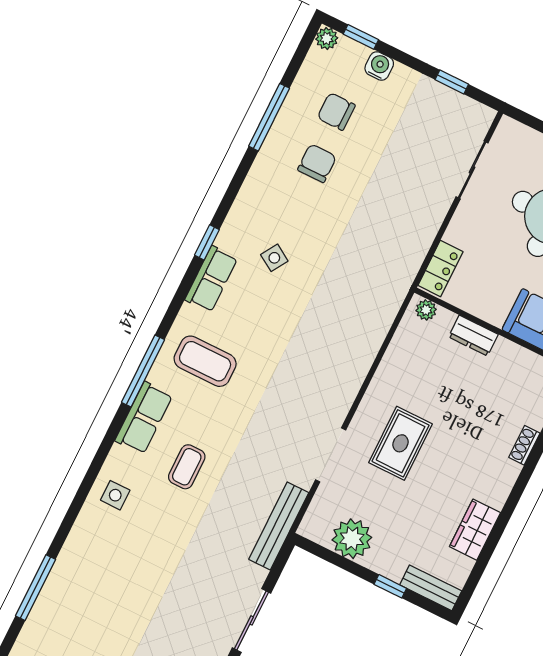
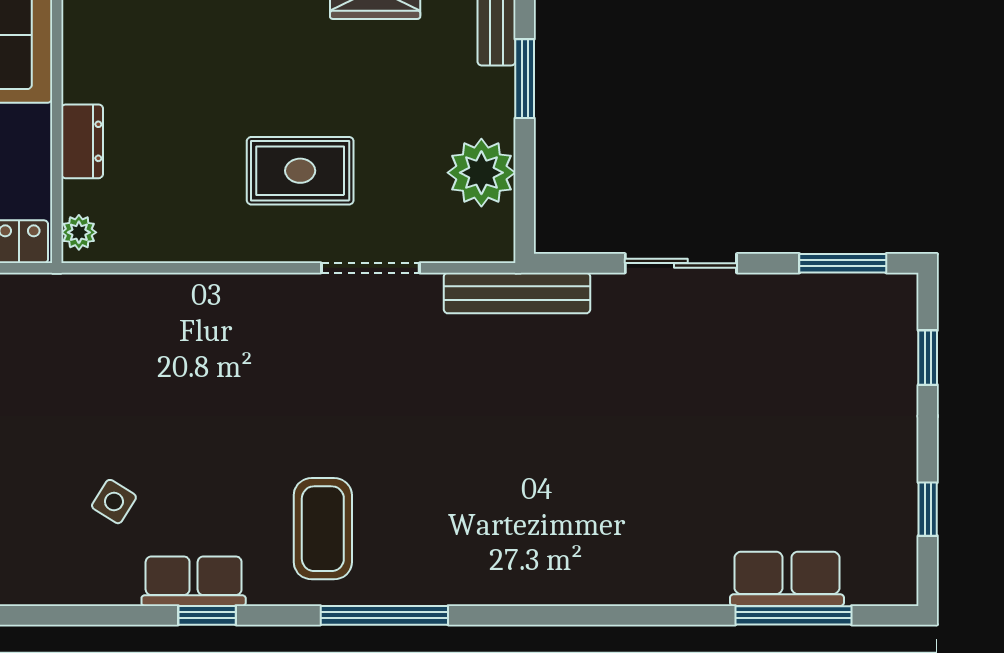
window: (207, 242) -> (207, 615), moved
row of seats: (144, 418) -> (787, 579), moved
coffee table: (187, 467) -> (497, 477), removed
side table: (115, 495) -> (593, 564), removed
window: (390, 586) -> (525, 79), width x1.50

